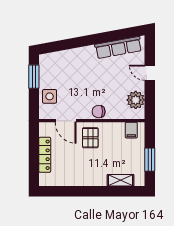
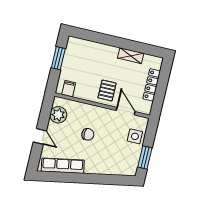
chair: (99, 112) -> (88, 134), moved
shelving: (121, 180) -> (131, 56), moved

